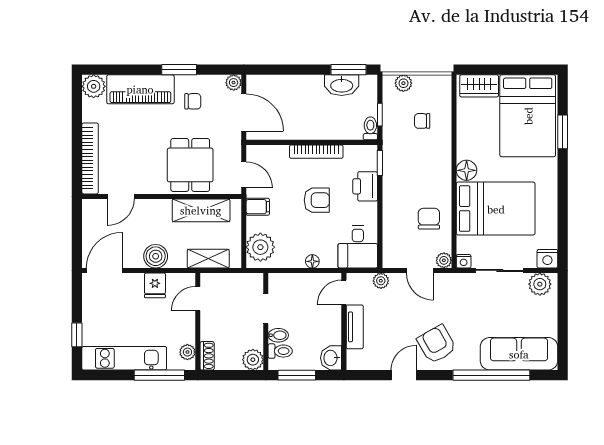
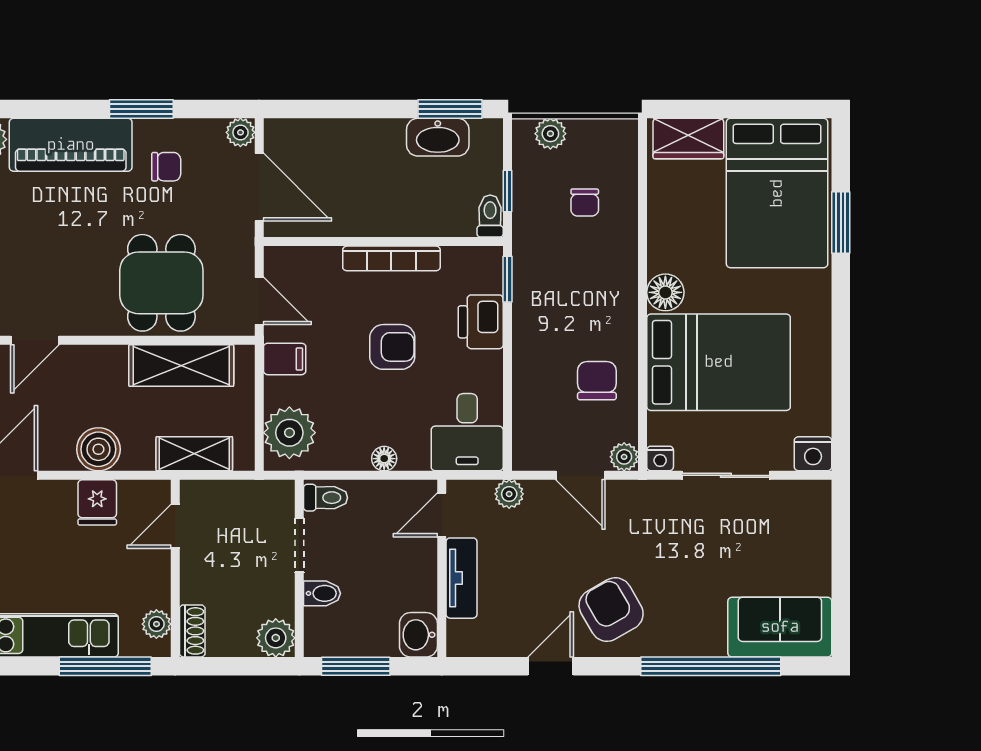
chair: (422, 121) -> (585, 203), turned -90
plant: (540, 284) -> (799, 500), removed
toilet: (280, 351) -> (326, 498), moved
sofa: (519, 354) -> (780, 627), width x0.73

